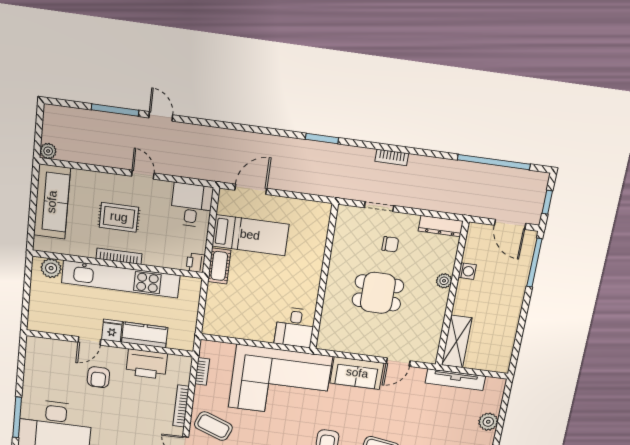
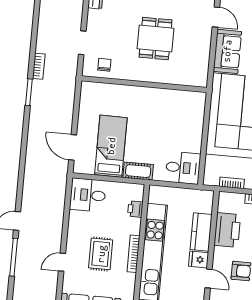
bookcase: (392, 157) -> (39, 66), moved
door: (143, 175) -> (62, 262), moved
chair: (390, 244) -> (104, 65), moved
printer: (196, 263) -> (135, 209), moved, turned 90
desk: (295, 327) -> (183, 168), moved

